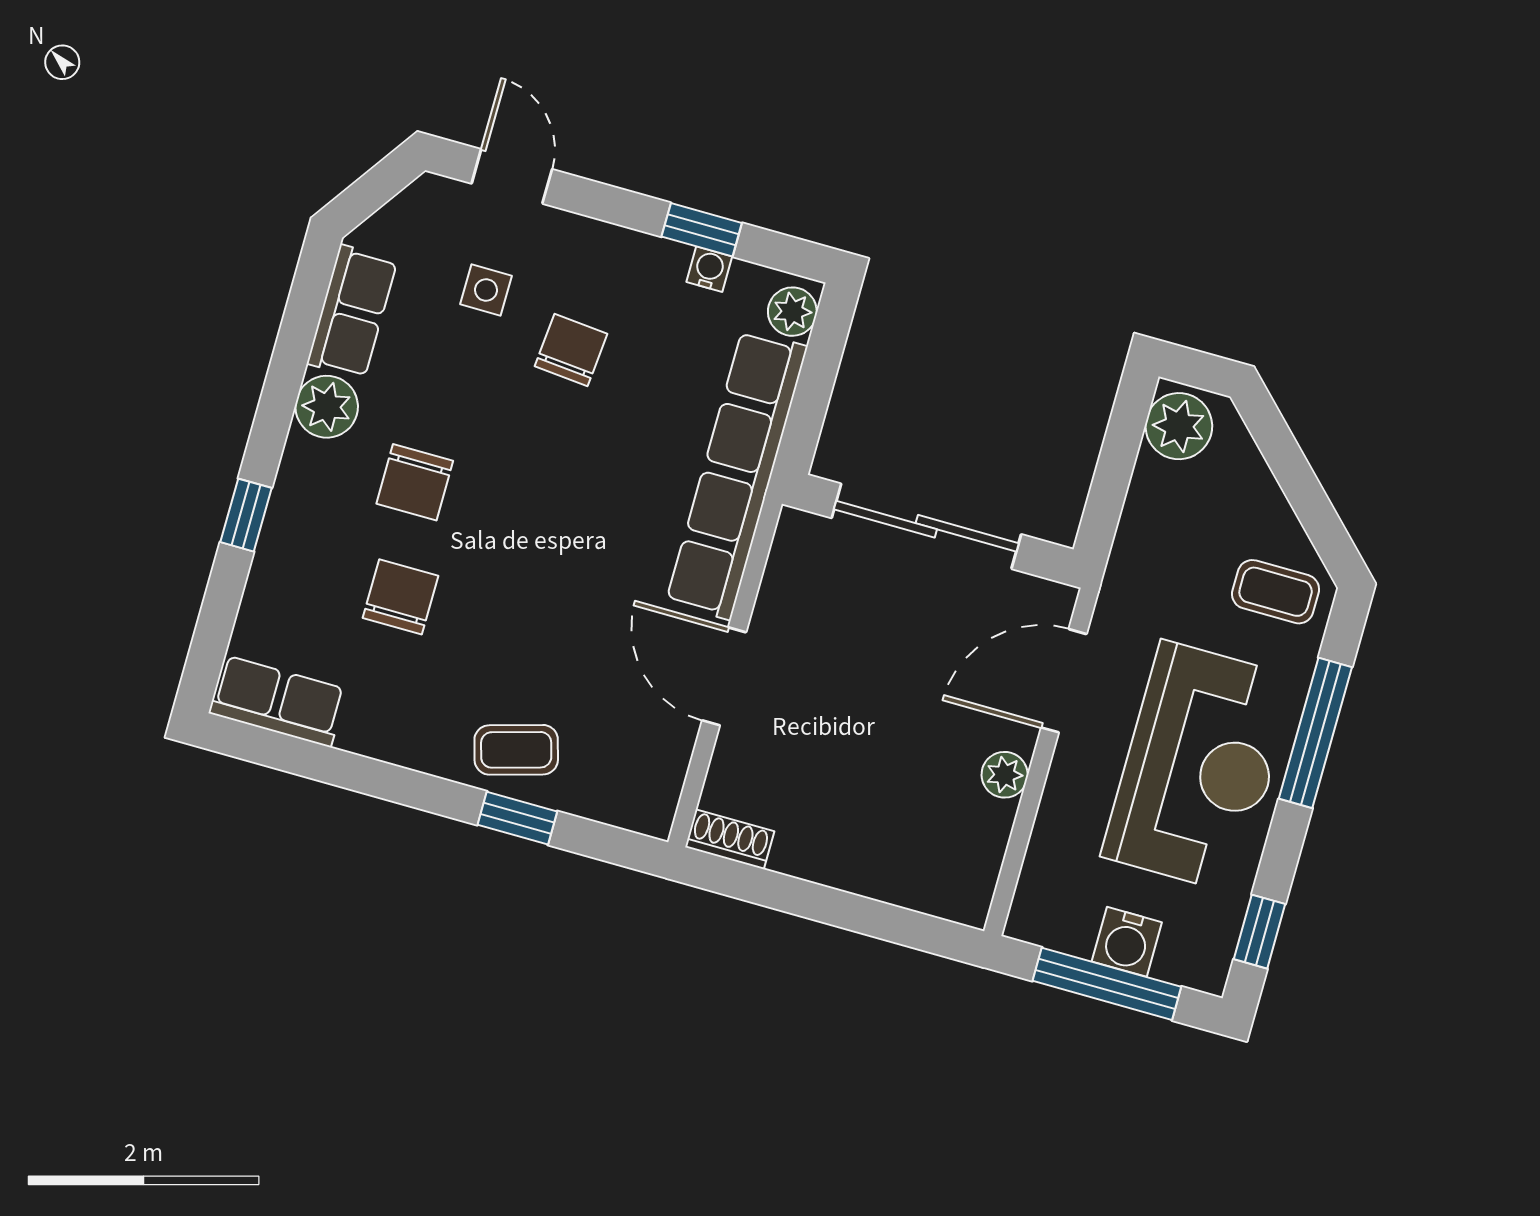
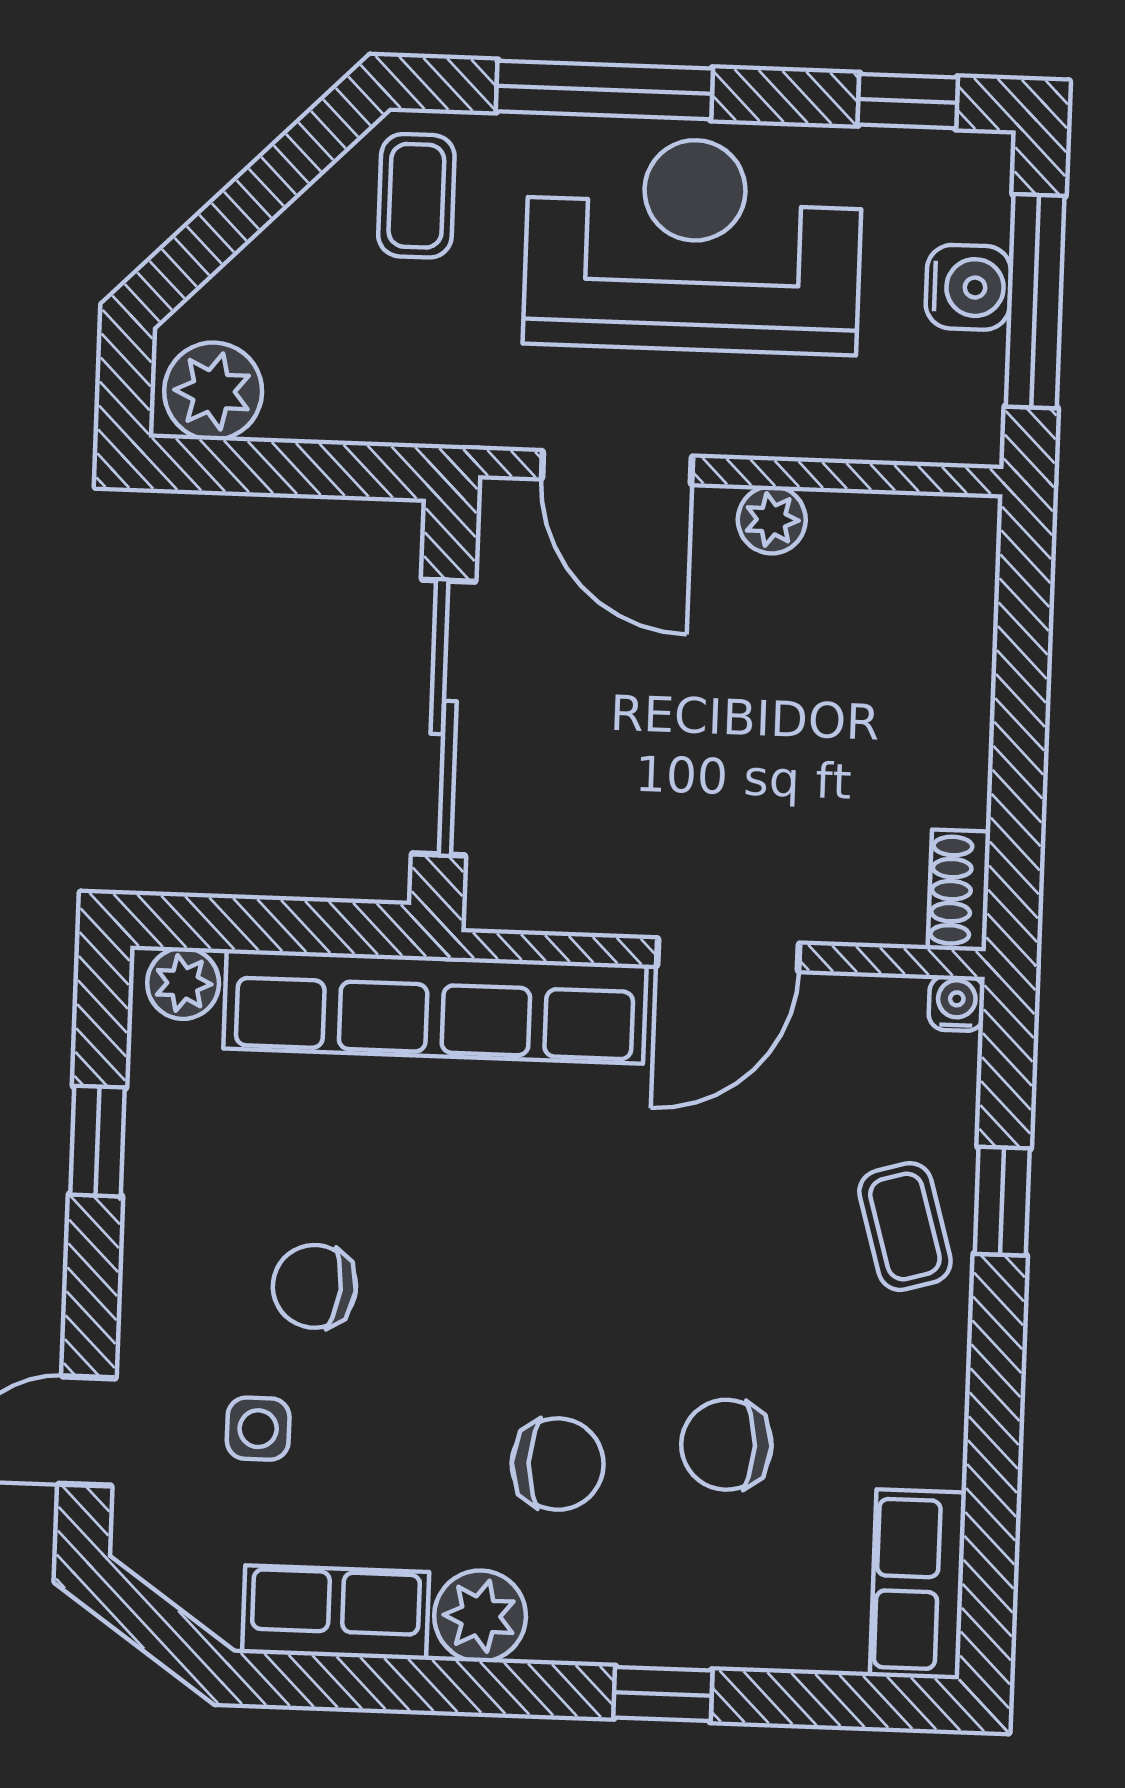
water cooler: (709, 269) -> (957, 1003), moved, turned 90

